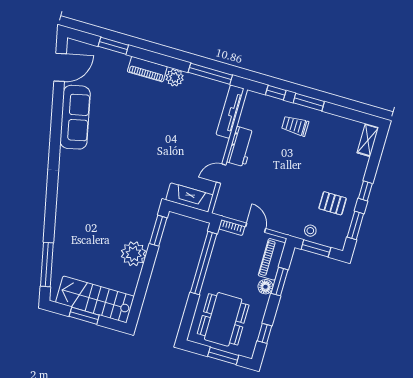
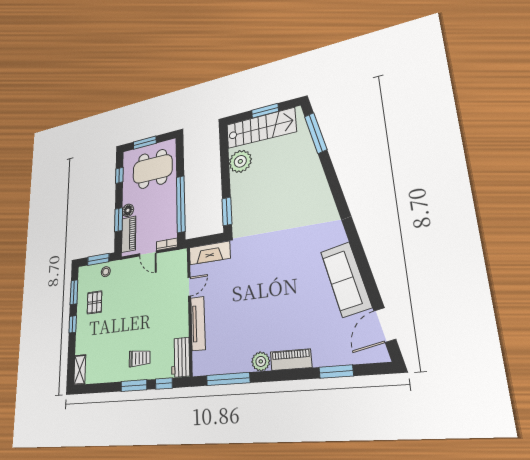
tv unit: (230, 112) -> (198, 323), moved
workbench: (241, 147) -> (180, 357), moved
pallet: (333, 203) -> (94, 302), turned 90
plant: (134, 254) -> (240, 161), moved
dining table: (223, 319) -> (153, 169), turned 90

